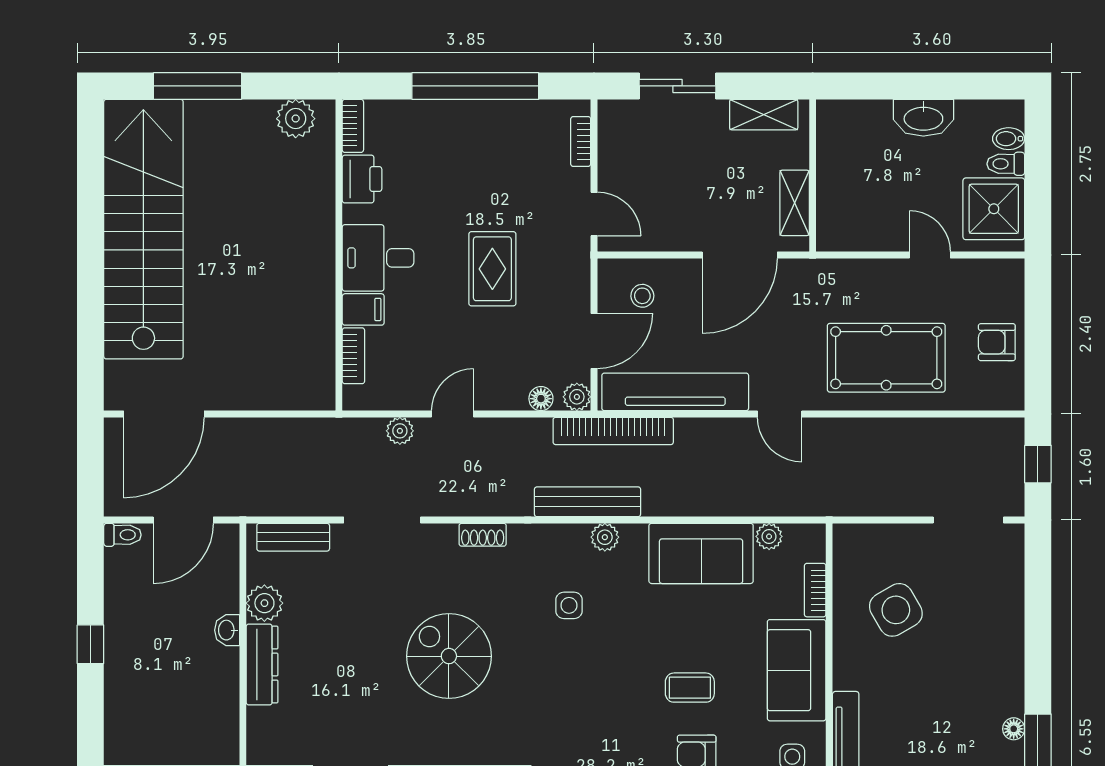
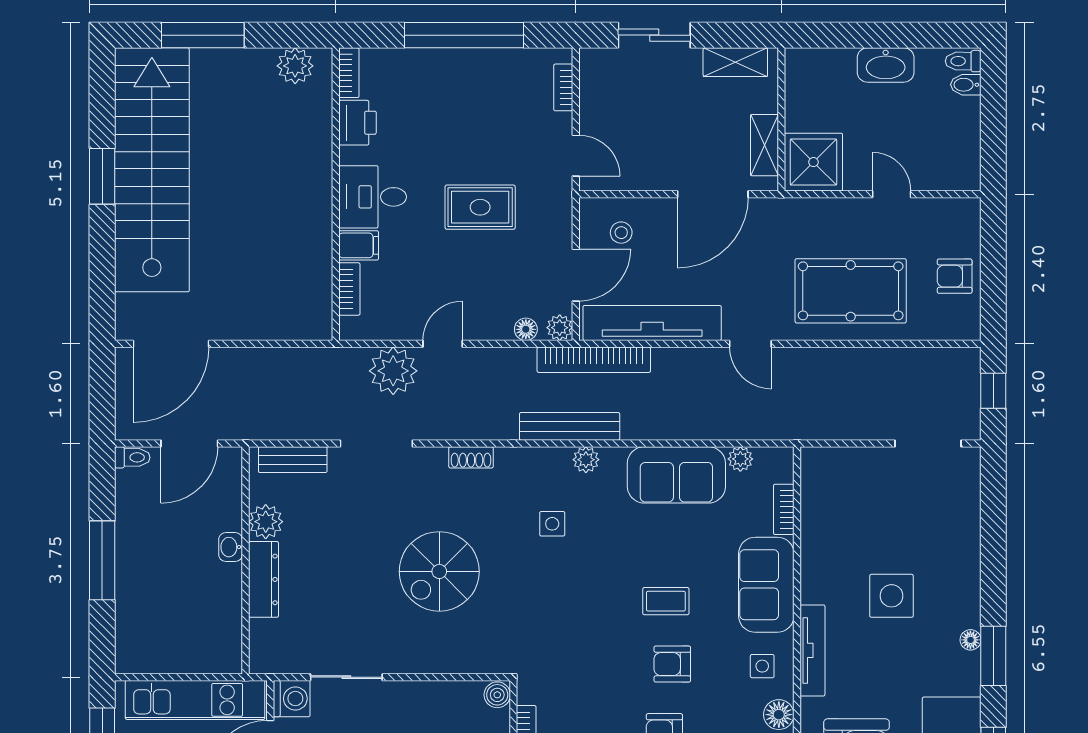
toilet: (1006, 164) -> (963, 61), moved
shower: (994, 209) -> (813, 162), moved
window: (90, 236) -> (102, 176), added
rug: (492, 269) -> (480, 207), turned 90
plant: (400, 431) -> (393, 371), width x1.88, depth x1.88
side table: (896, 610) -> (892, 596), moved, turned 30
window: (90, 644) -> (102, 560), width x2.17
spiral stairs: (449, 656) -> (439, 571), turned -90

